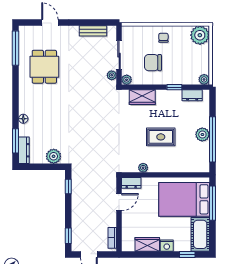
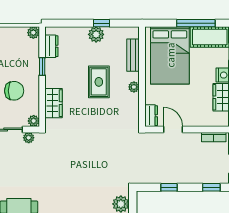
chair: (153, 63) -> (14, 91), turned -90
window: (212, 139) -> (101, 23), width x0.32
bench: (184, 167) -> (133, 55), added
plant: (143, 168) -> (134, 87), moved
window: (68, 186) -> (169, 187), moved
window: (212, 203) -> (196, 23), moved

